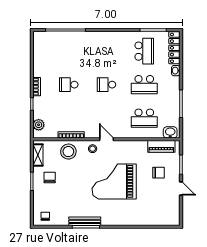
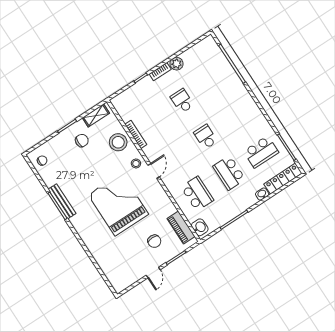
school desk: (144, 118) -> (197, 194), turned 180
plant: (39, 125) -> (176, 64), moved

